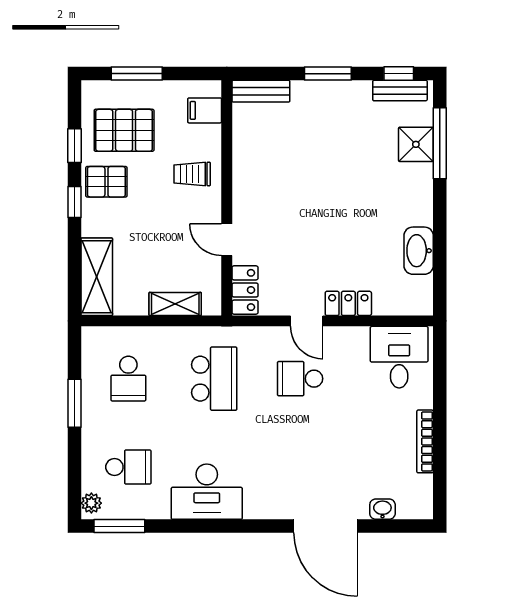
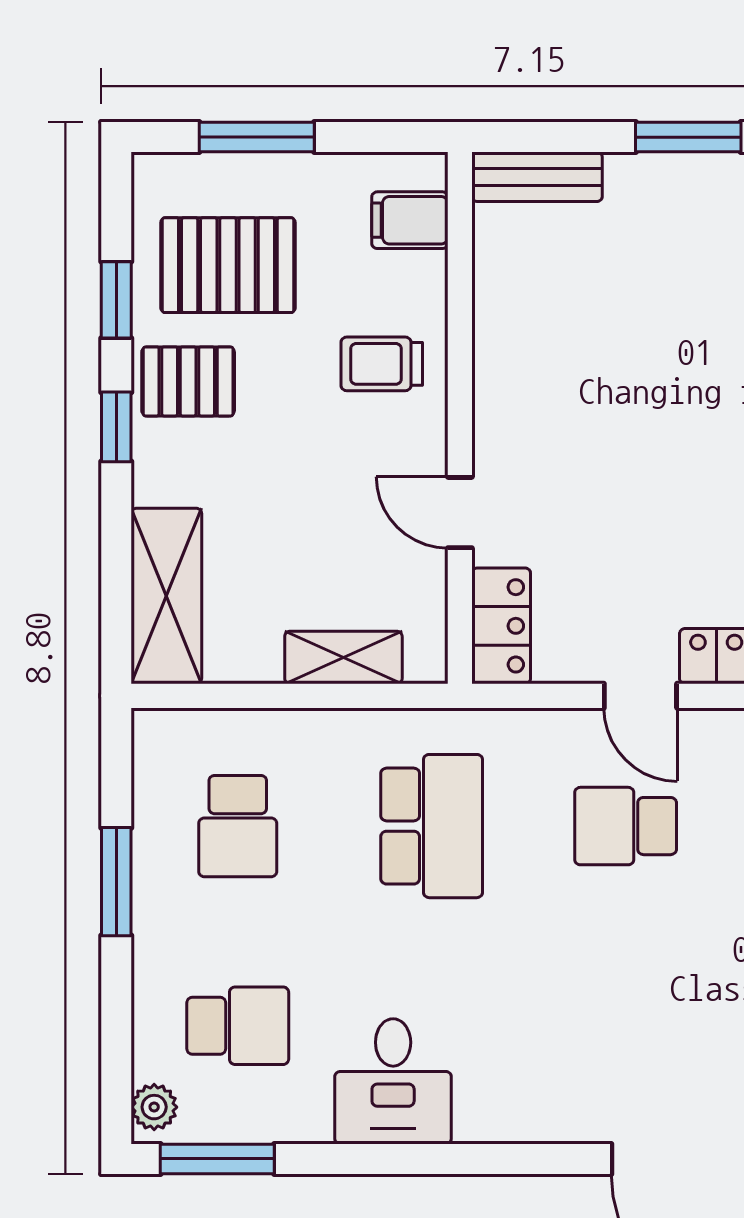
desk: (207, 492) -> (393, 1081), width x0.73

